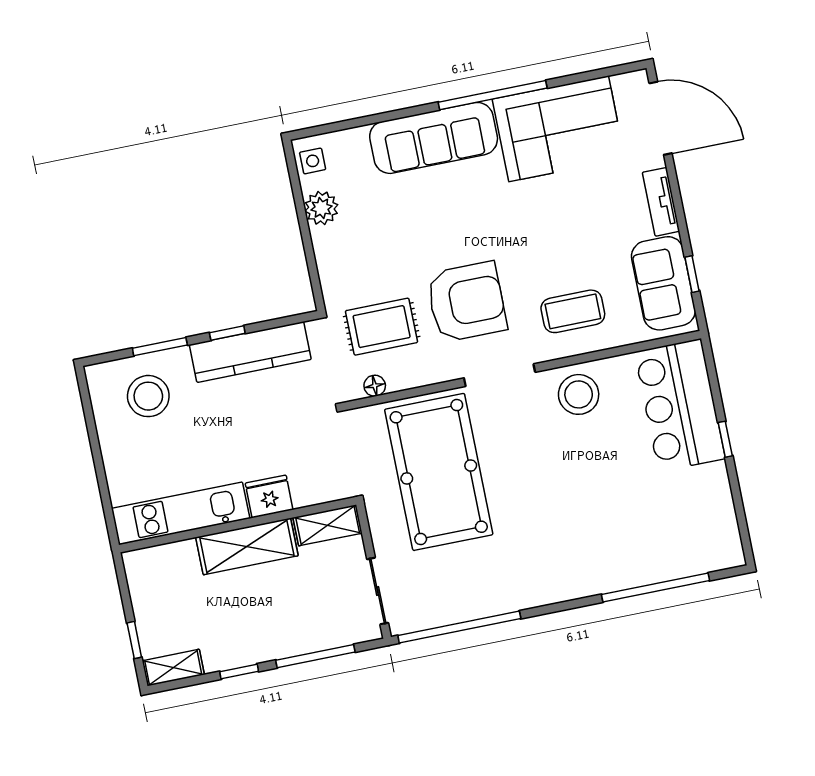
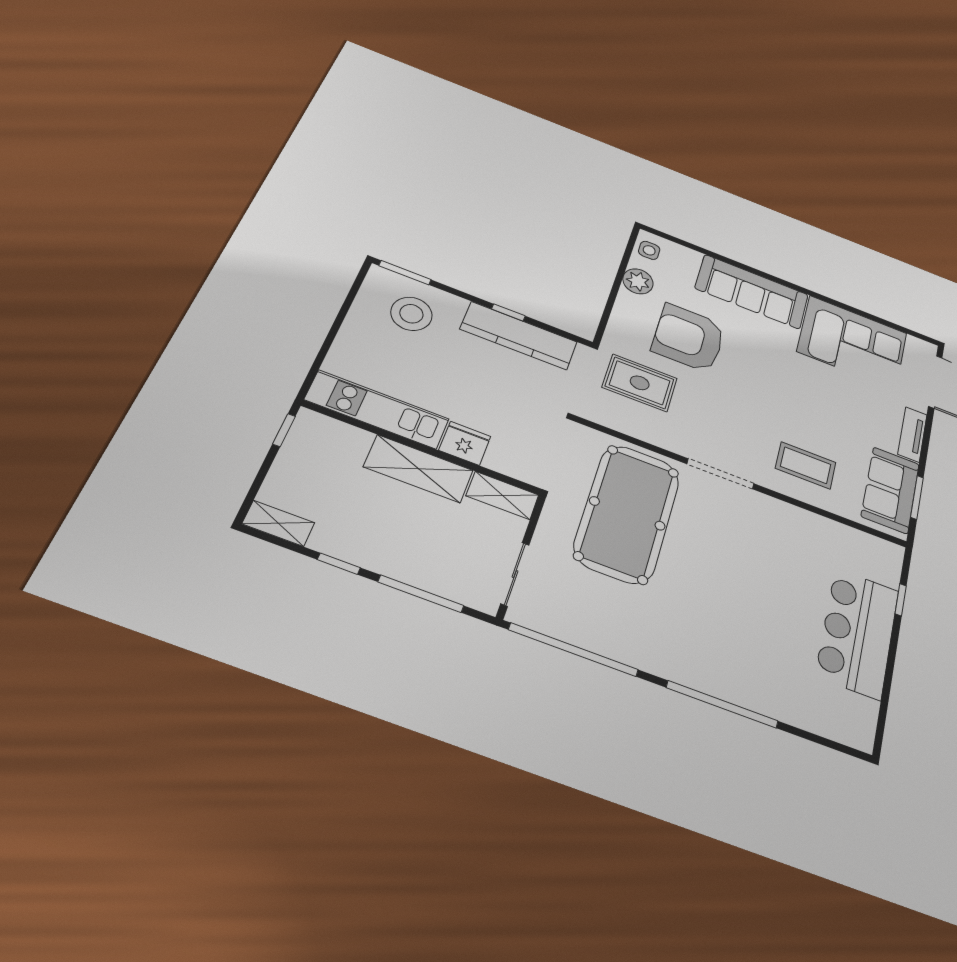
window: (493, 95) -> (812, 294), removed
window: (692, 274) -> (917, 497), width x1.50
armchair: (467, 302) -> (689, 338), moved, turned 180
window: (160, 347) -> (405, 273), moved
floor lamp: (375, 386) -> (609, 419), removed
stool: (579, 394) -> (781, 527), removed
bar counter: (680, 405) -> (858, 633), moved
window: (725, 439) -> (901, 600), moved
window: (655, 588) -> (722, 704), moved
window: (134, 640) -> (284, 430), moved

